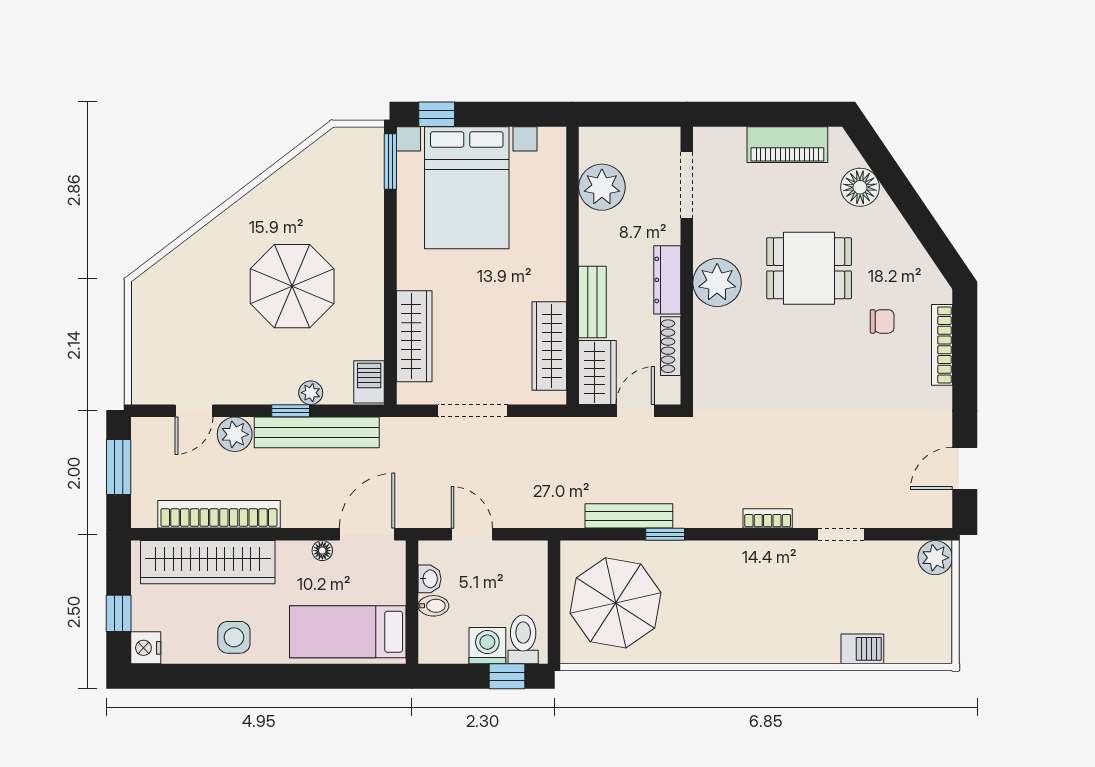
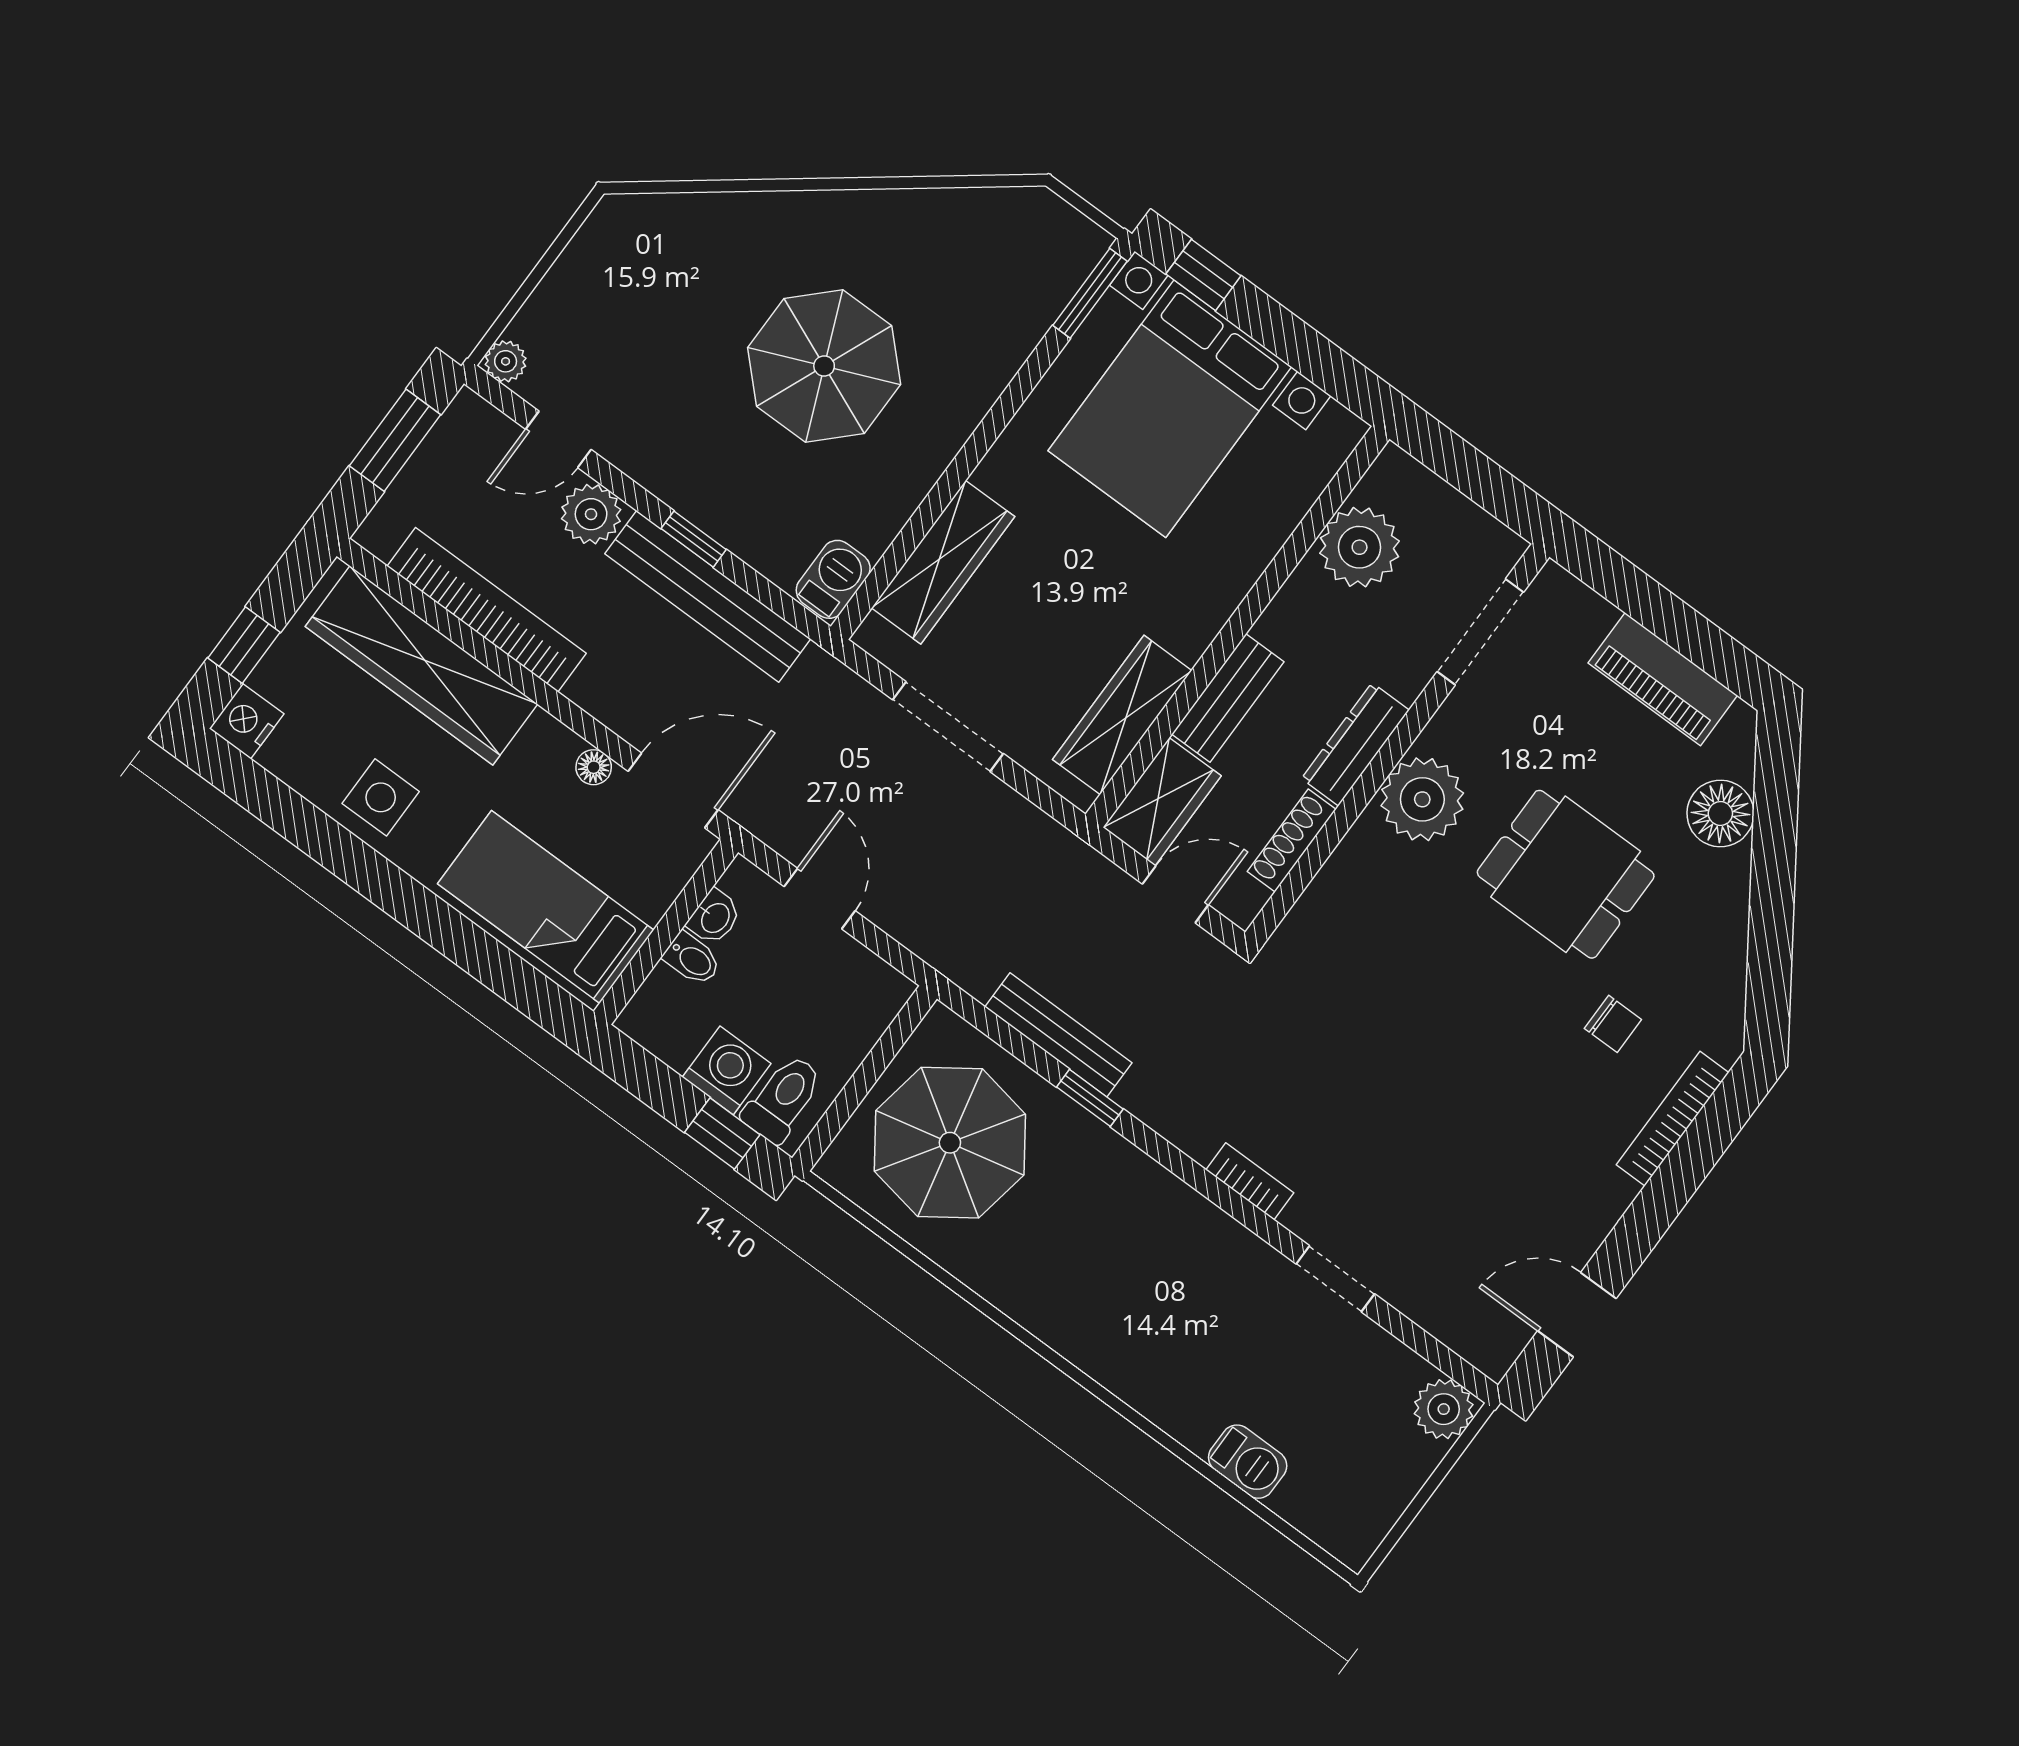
plant: (311, 393) -> (506, 361), moved

